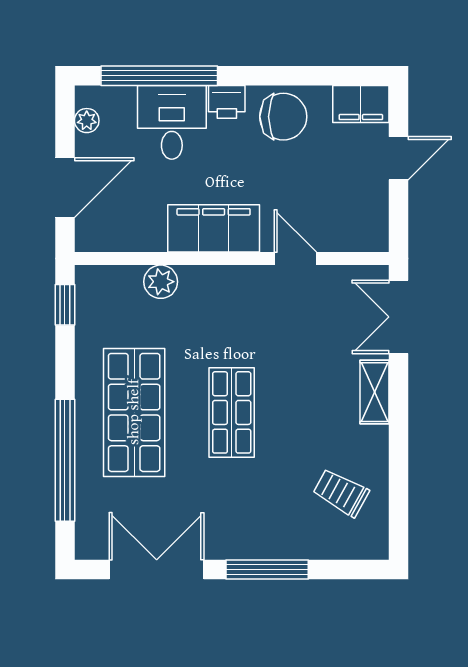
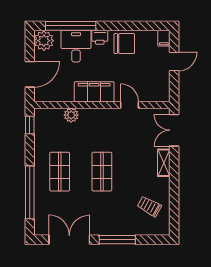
filing cabinet: (361, 104) -> (164, 38), width x0.50
plant: (87, 121) -> (44, 41), width x1.87, depth x1.87
shop shelf: (134, 412) -> (60, 172), width x0.70, depth x0.74

